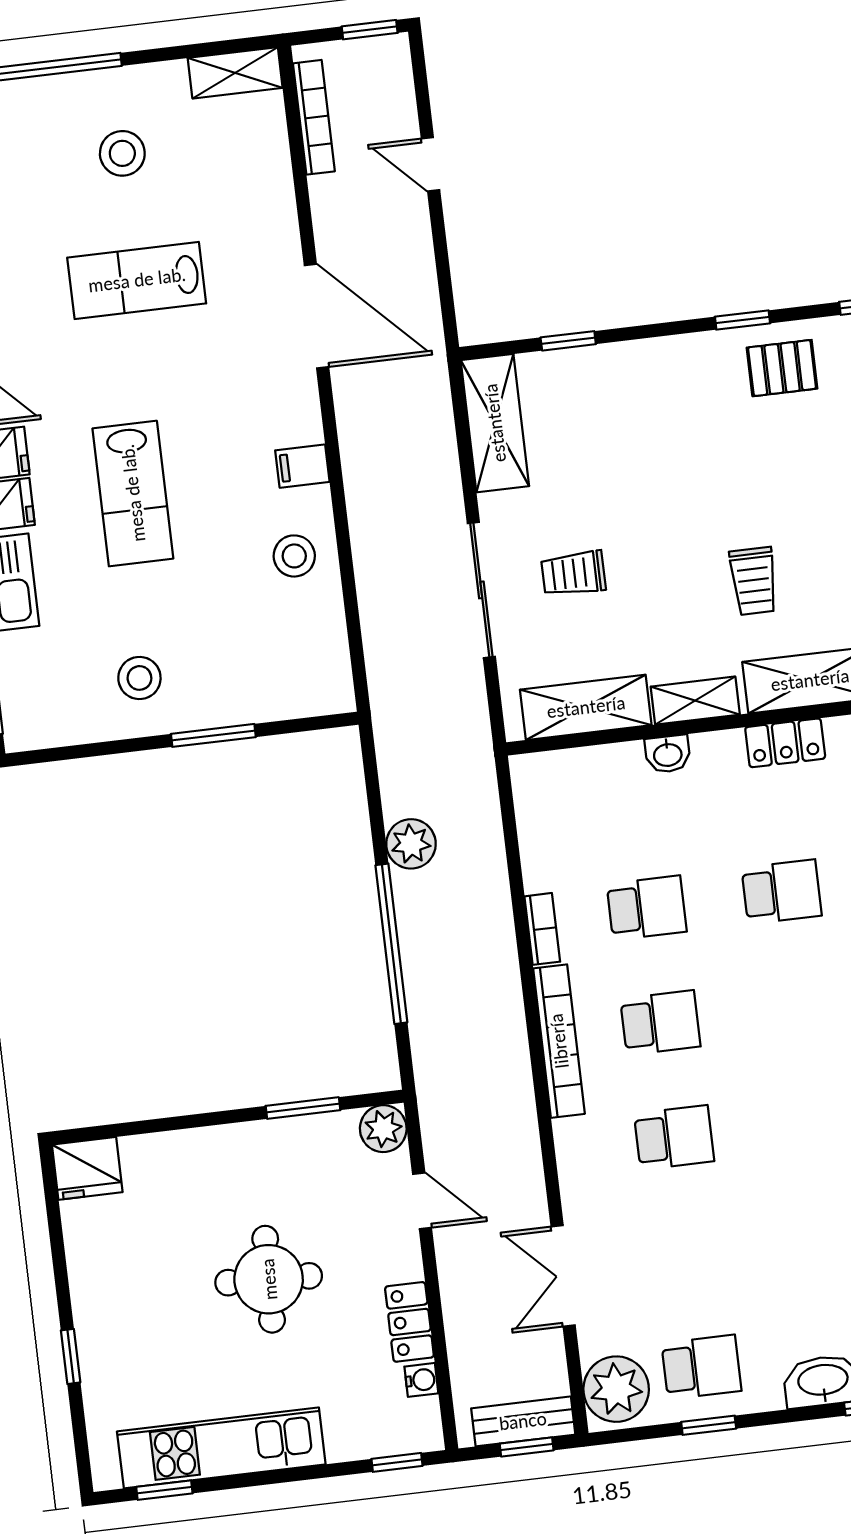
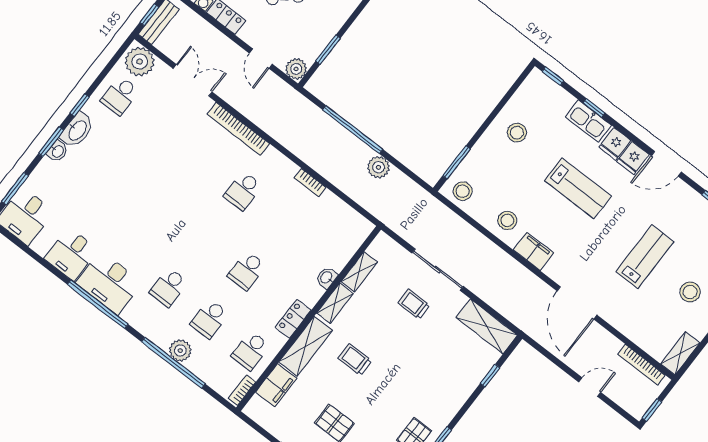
door: (317, 316) -> (577, 303), hinge flipped
filing cabinet: (302, 466) -> (533, 251), width x2.00
lab bench: (133, 493) -> (578, 188), turned 180
trolley: (573, 573) -> (414, 304), turned -90
stool: (318, 673) -> (463, 191), added
shelving: (586, 707) -> (359, 272), width x0.67, depth x0.75
window: (213, 735) -> (457, 162), moved
school desk: (647, 908) -> (284, 223), removed
bookcase: (559, 1041) -> (238, 129), moved
school desk: (674, 1137) -> (202, 159), removed
door: (422, 1201) -> (261, 59), hinge flipped
window: (709, 1425) -> (80, 105), moved

